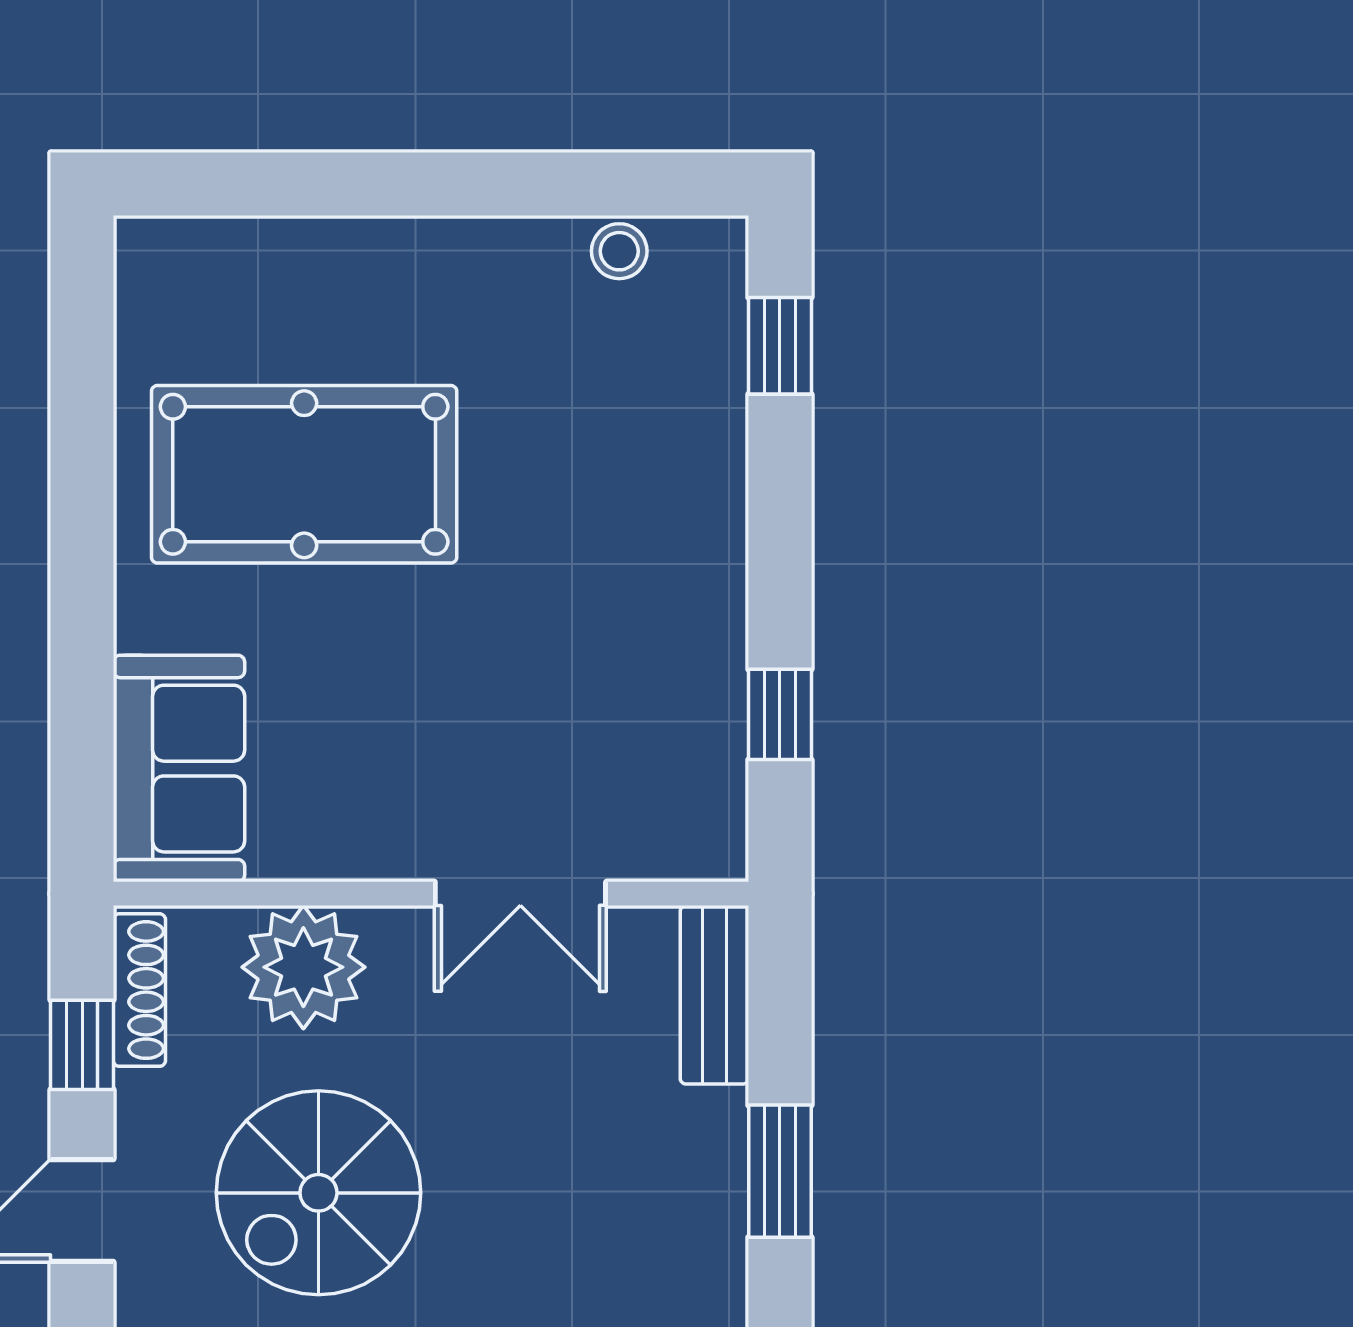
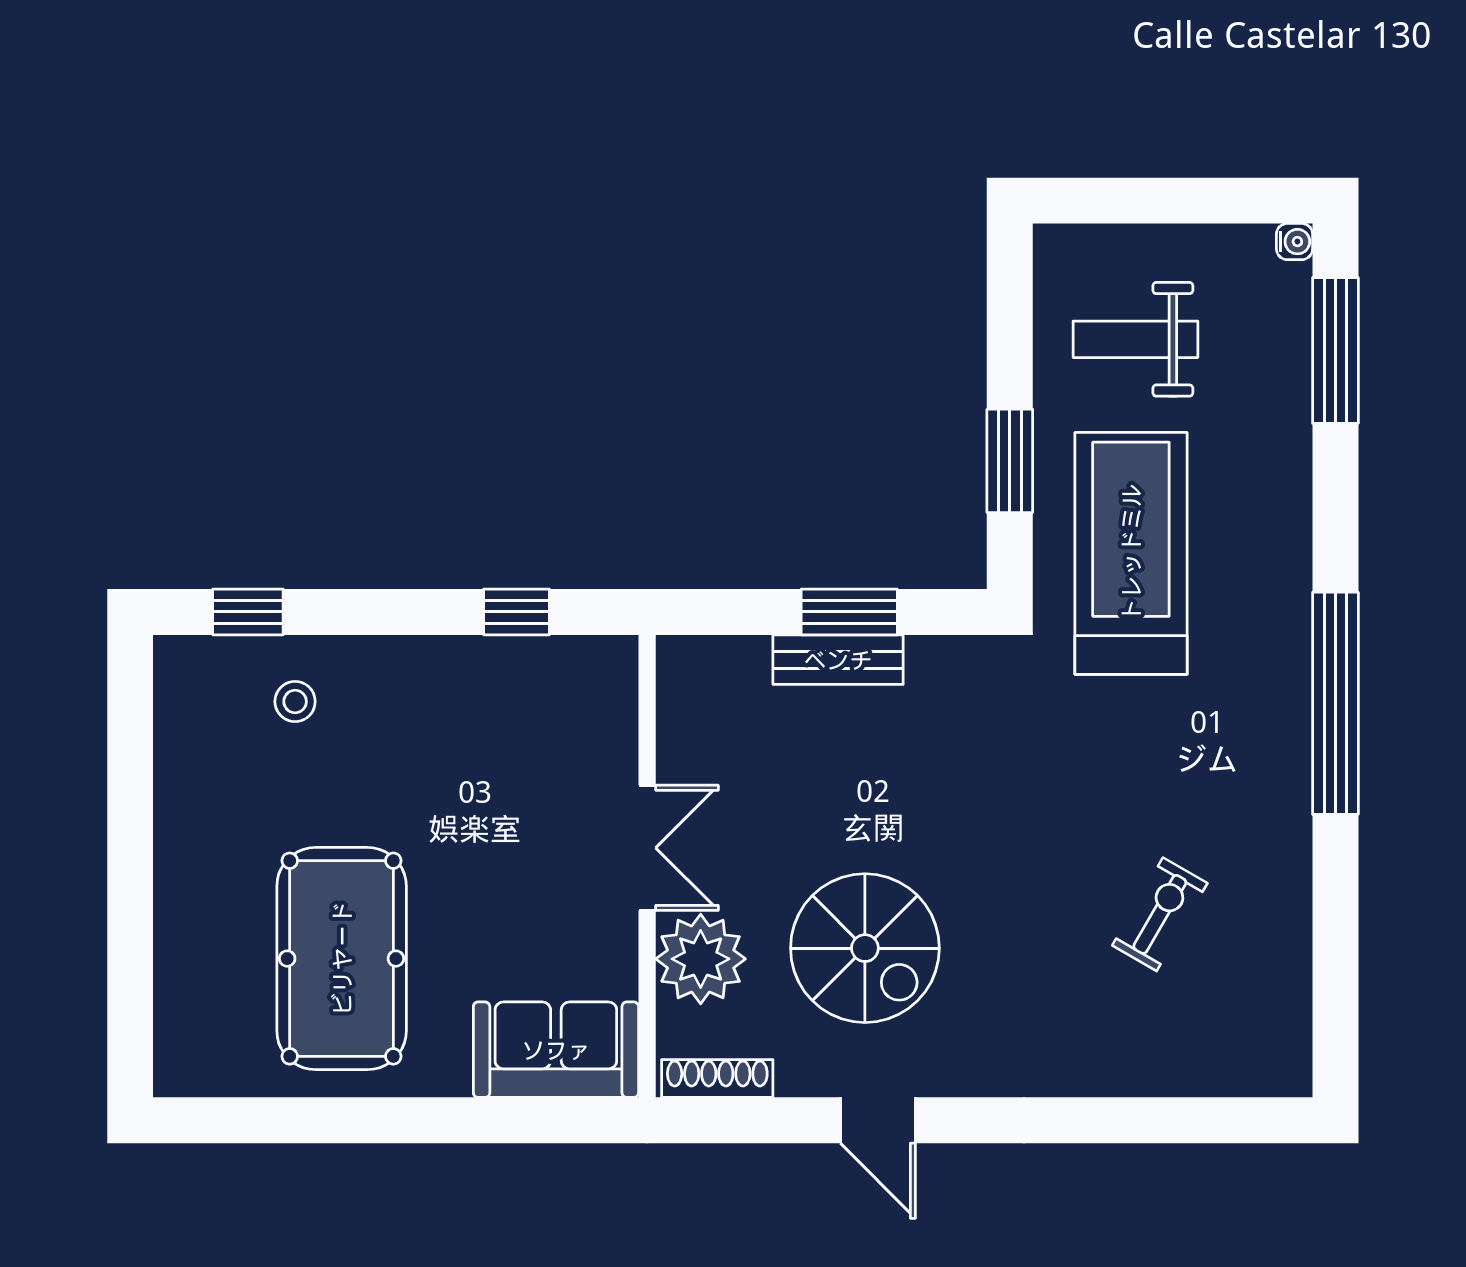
stool: (619, 251) -> (295, 702), moved
double door: (520, 894) -> (647, 848), moved
bench: (714, 995) -> (838, 660), moved
window: (82, 1045) -> (757, 1120), removed

